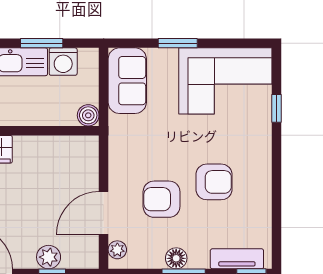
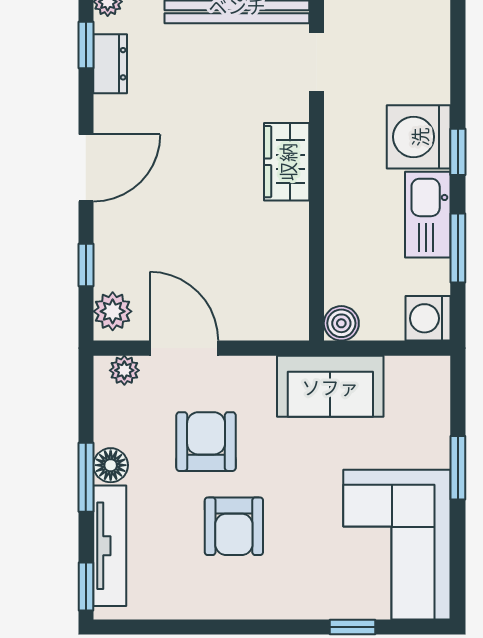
washing machine: (63, 62) -> (428, 318), moved
sofa: (127, 81) -> (330, 386), moved
plant: (49, 257) -> (113, 311), moved
tv unit: (237, 259) -> (110, 546), width x1.41

